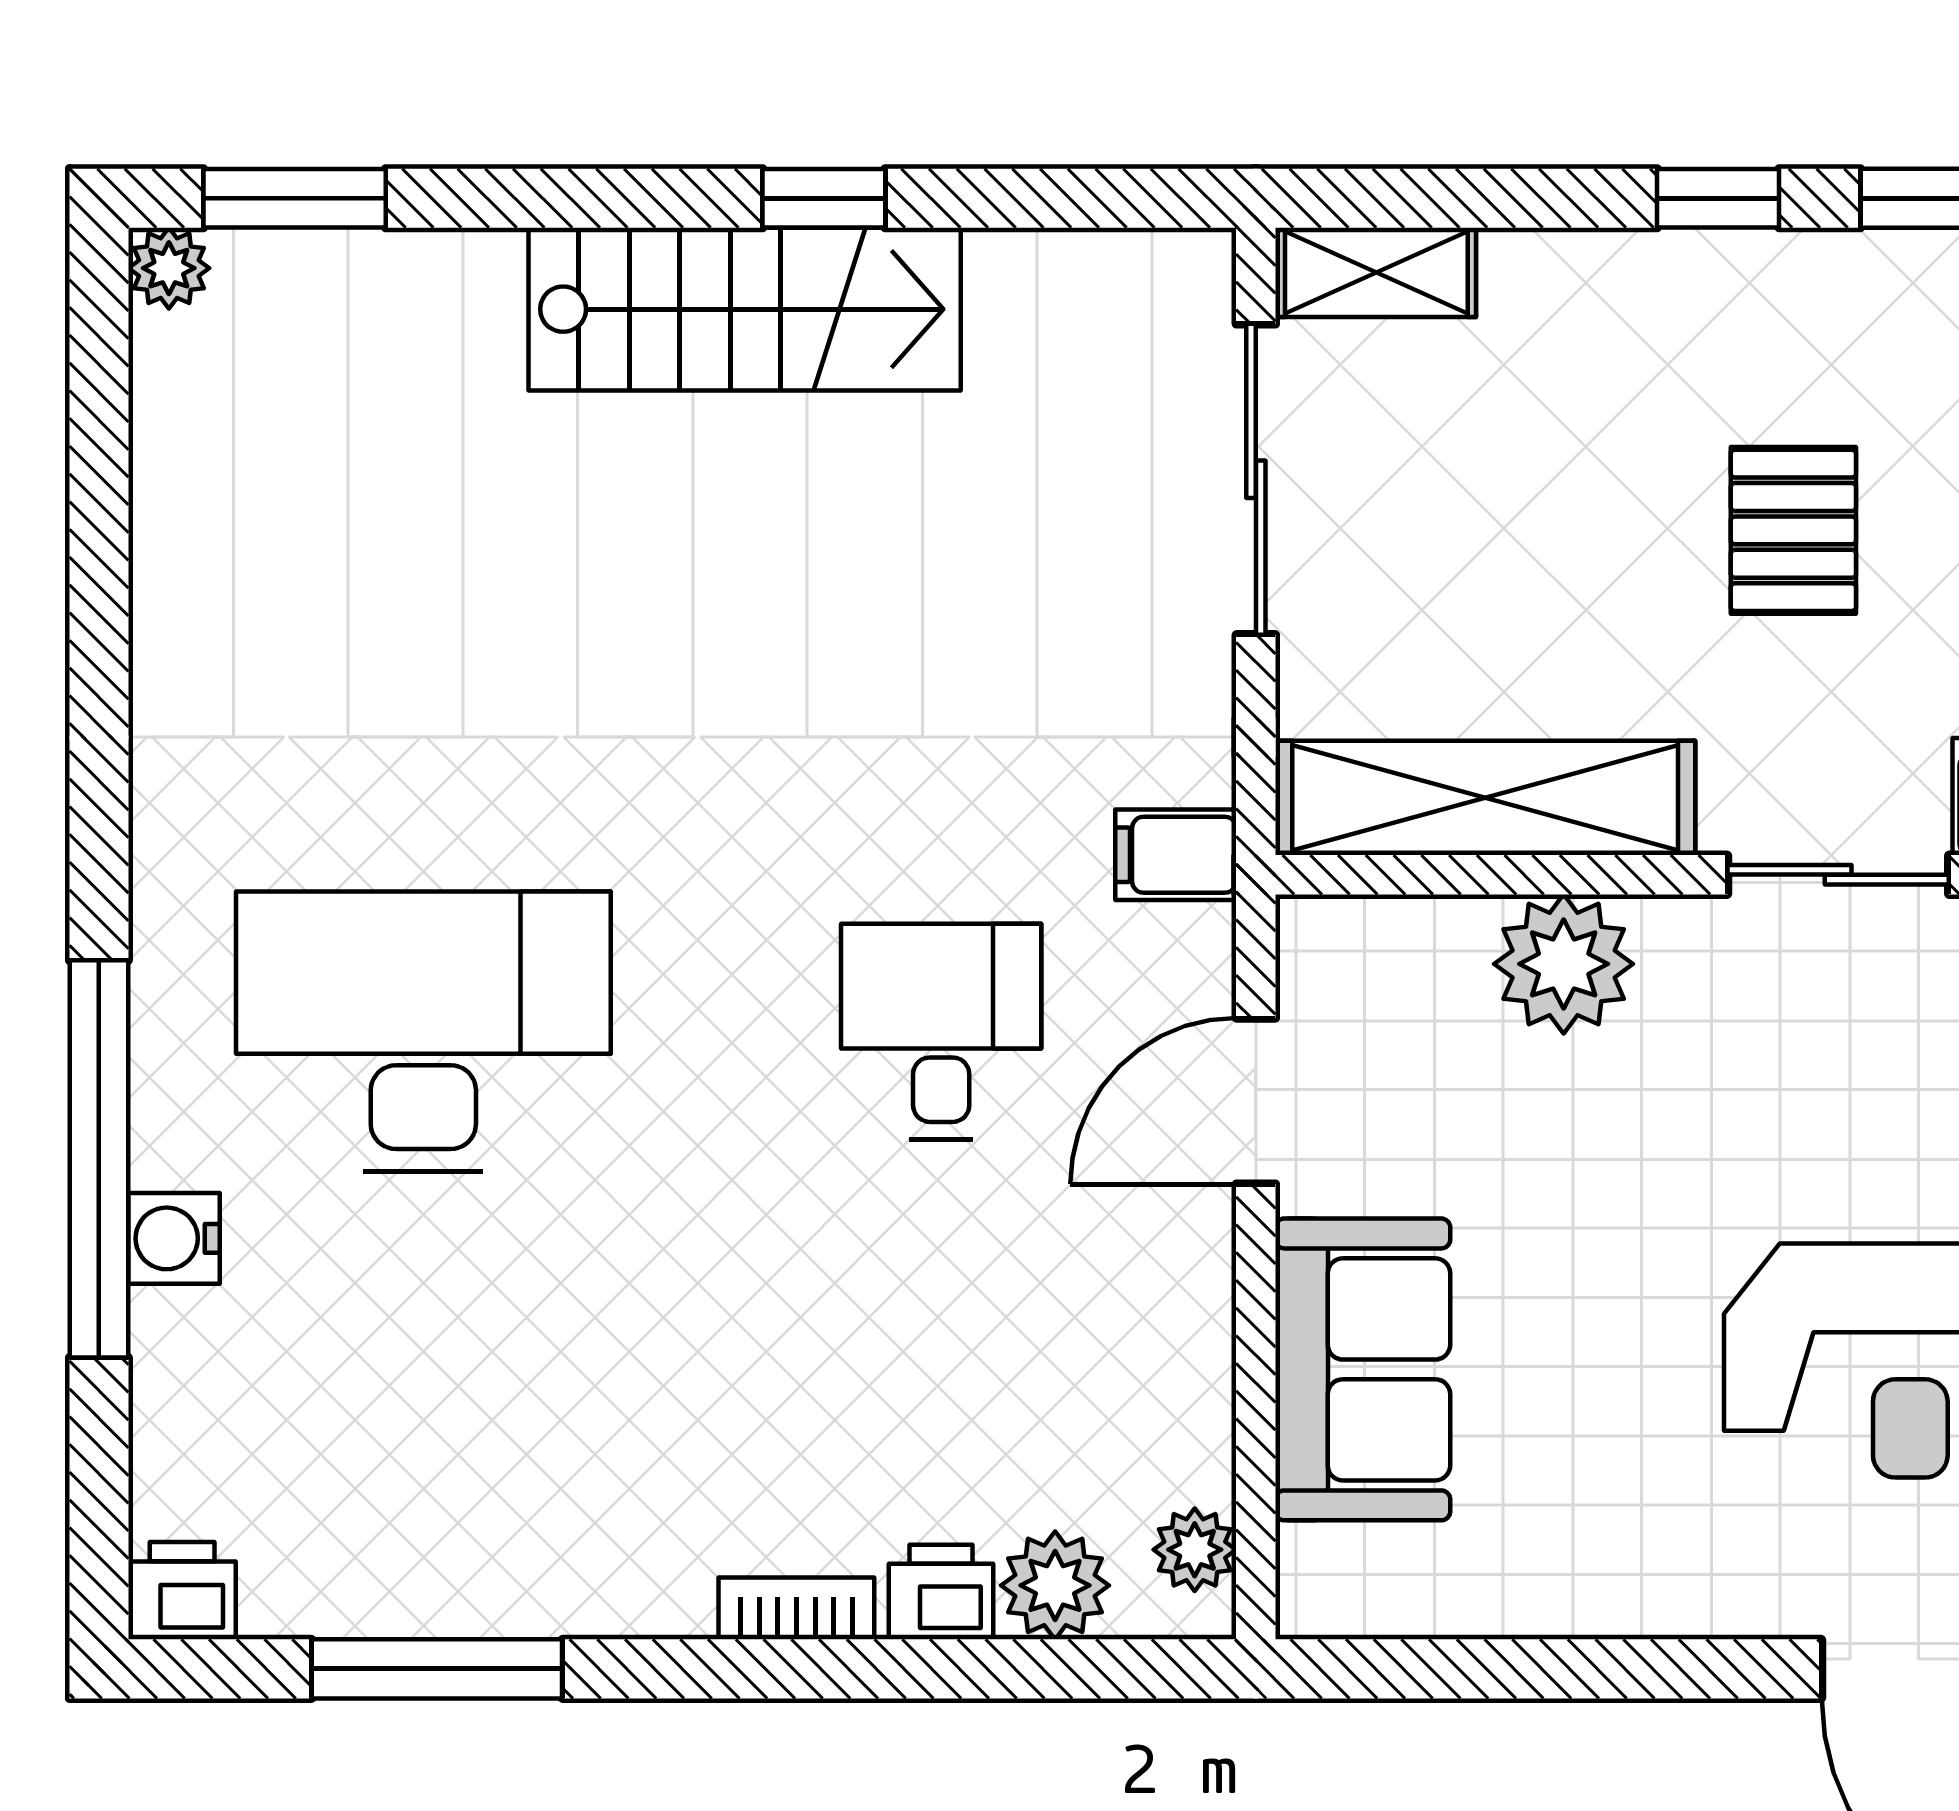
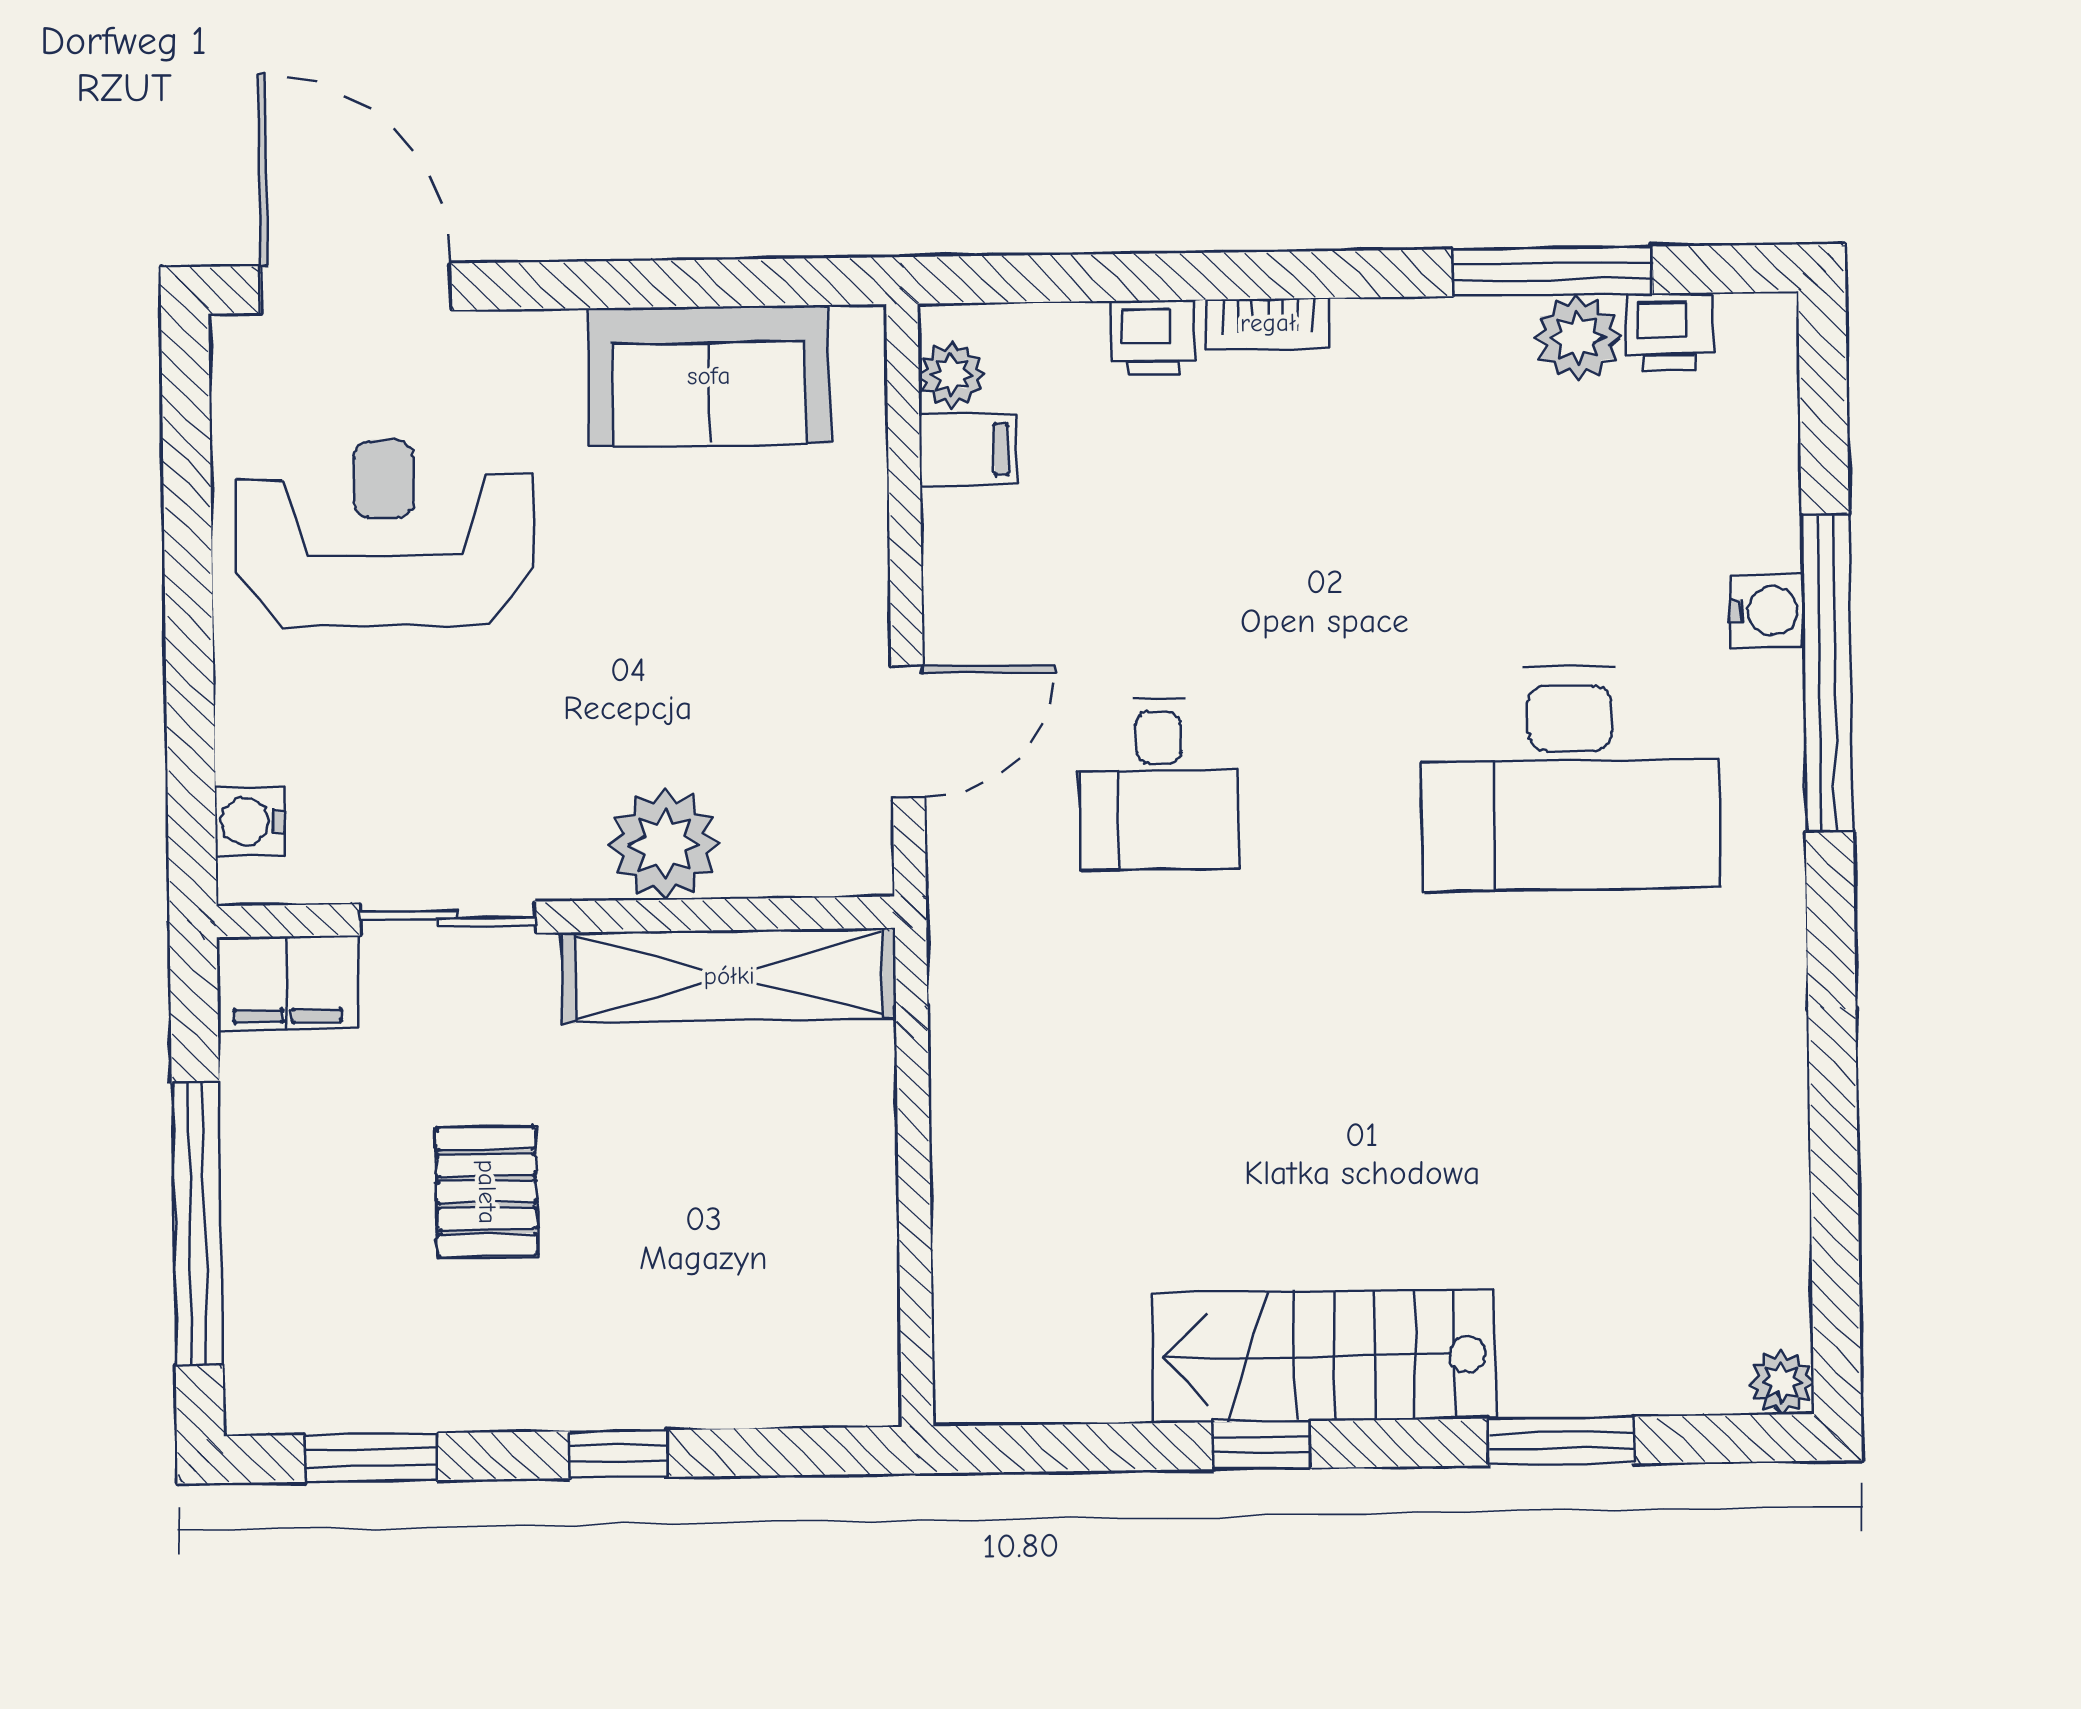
window: (295, 198) -> (1562, 1441), moved
window: (1718, 198) -> (618, 1454), moved
shelving: (1376, 272) -> (821, 1392), removed
sliding door: (1256, 479) -> (915, 1226), removed
filing cabinet: (1176, 855) -> (968, 450), moved
sofa: (1363, 1369) -> (709, 376), moved, turned -90
plant: (1055, 1585) -> (1578, 337), moved
printer: (182, 1591) -> (1669, 332), moved

